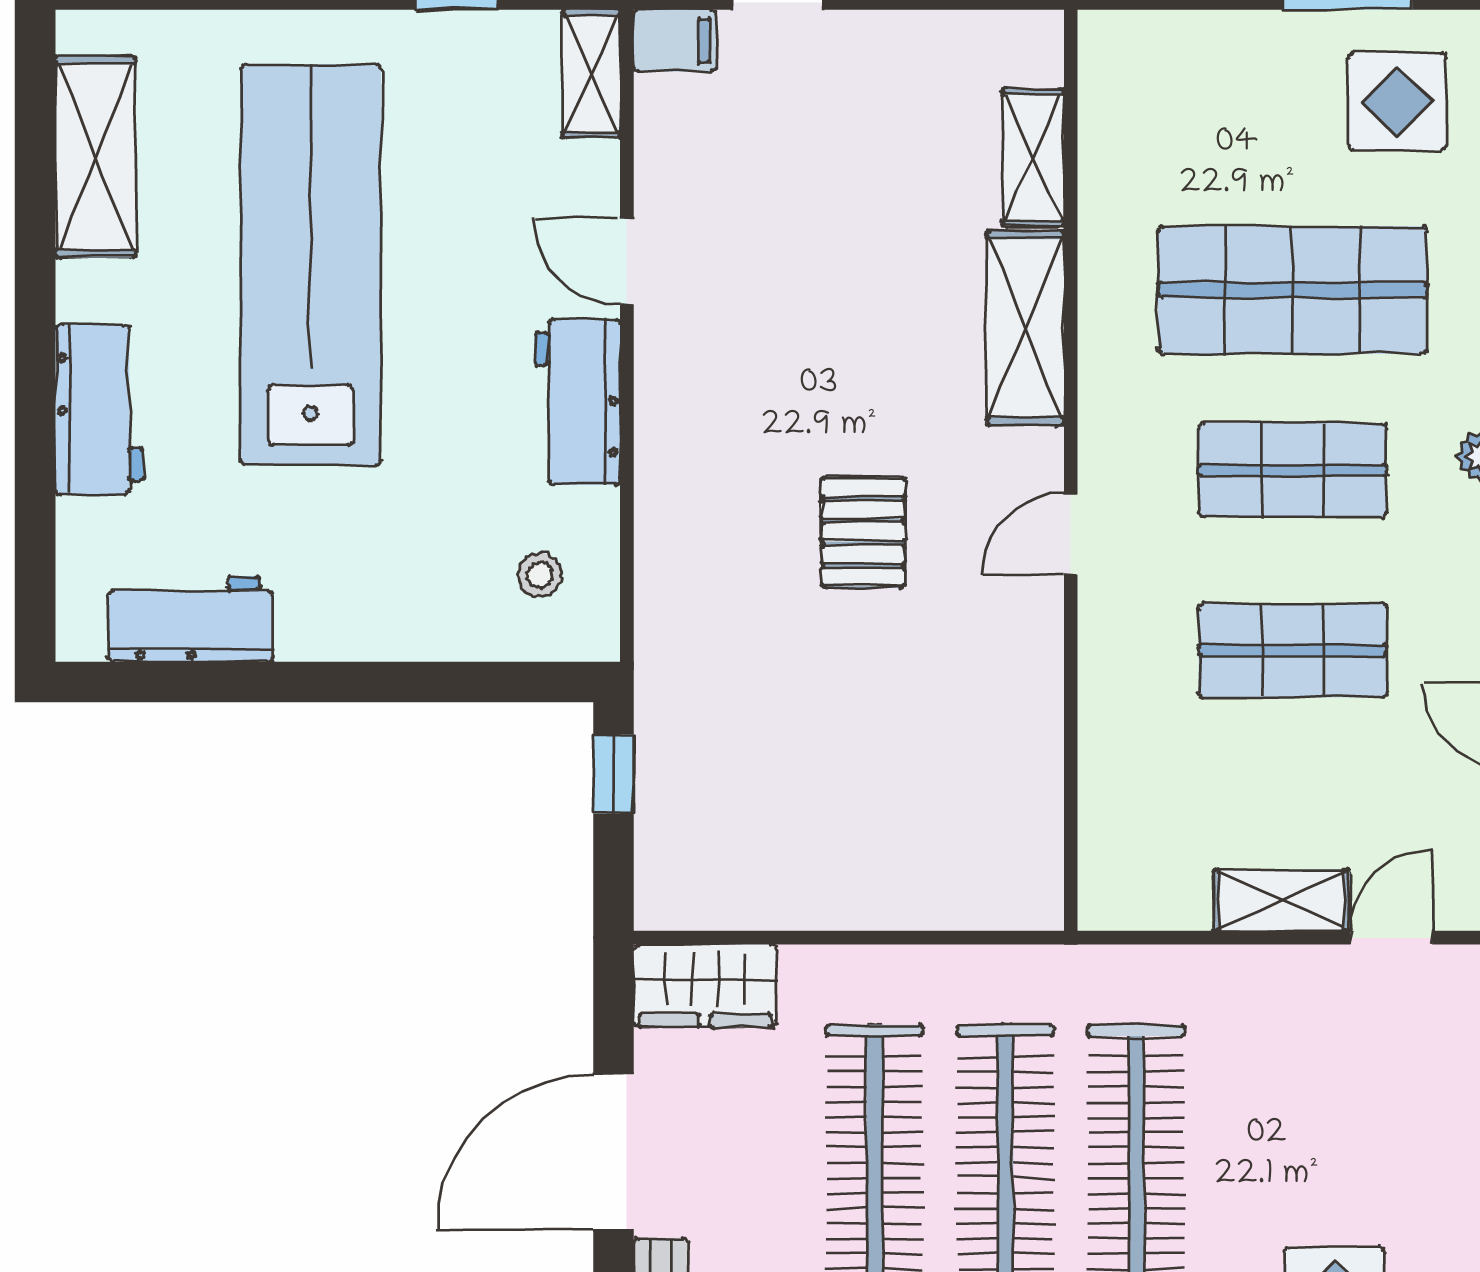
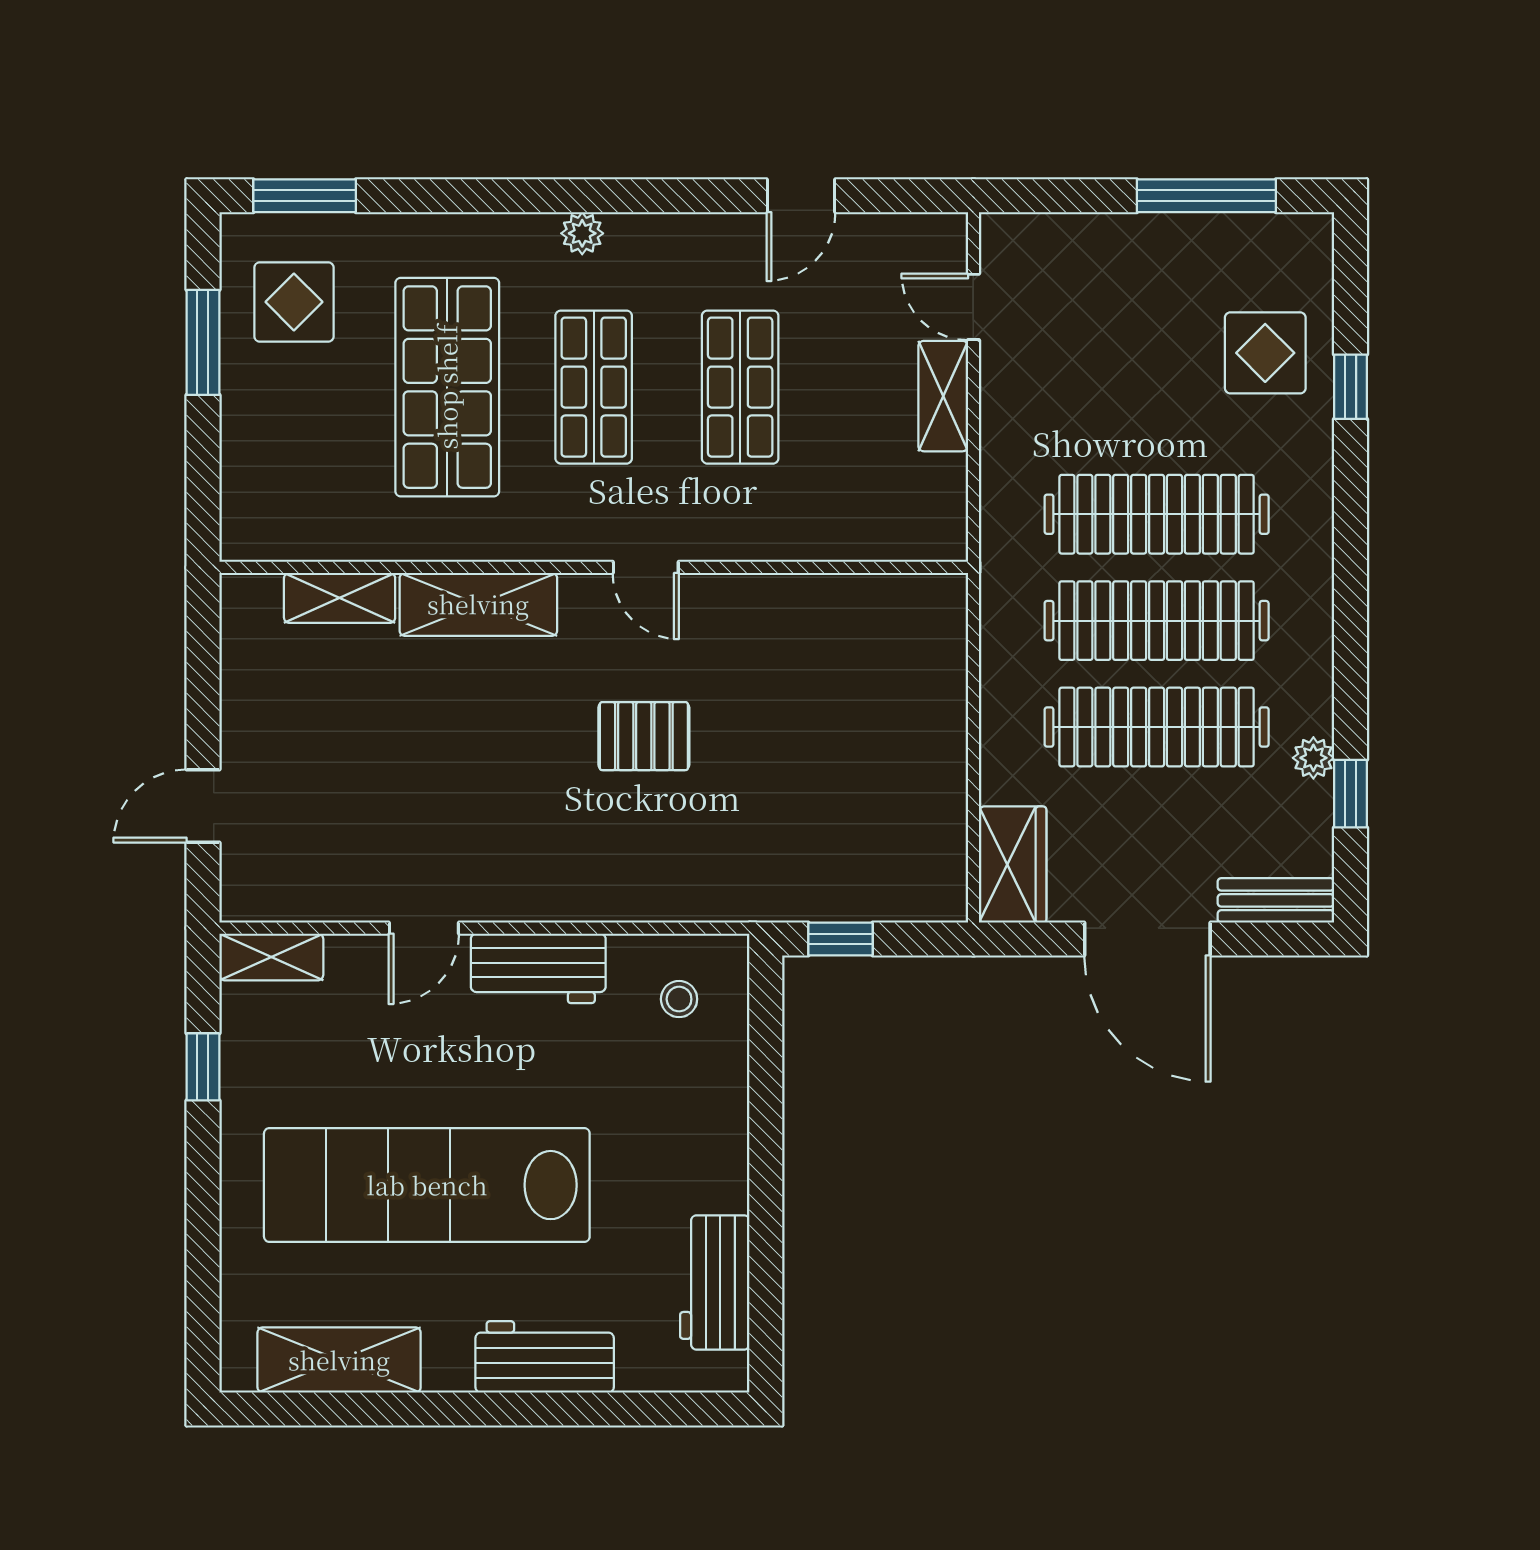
filing cabinet: (675, 41) -> (245, 889), removed

